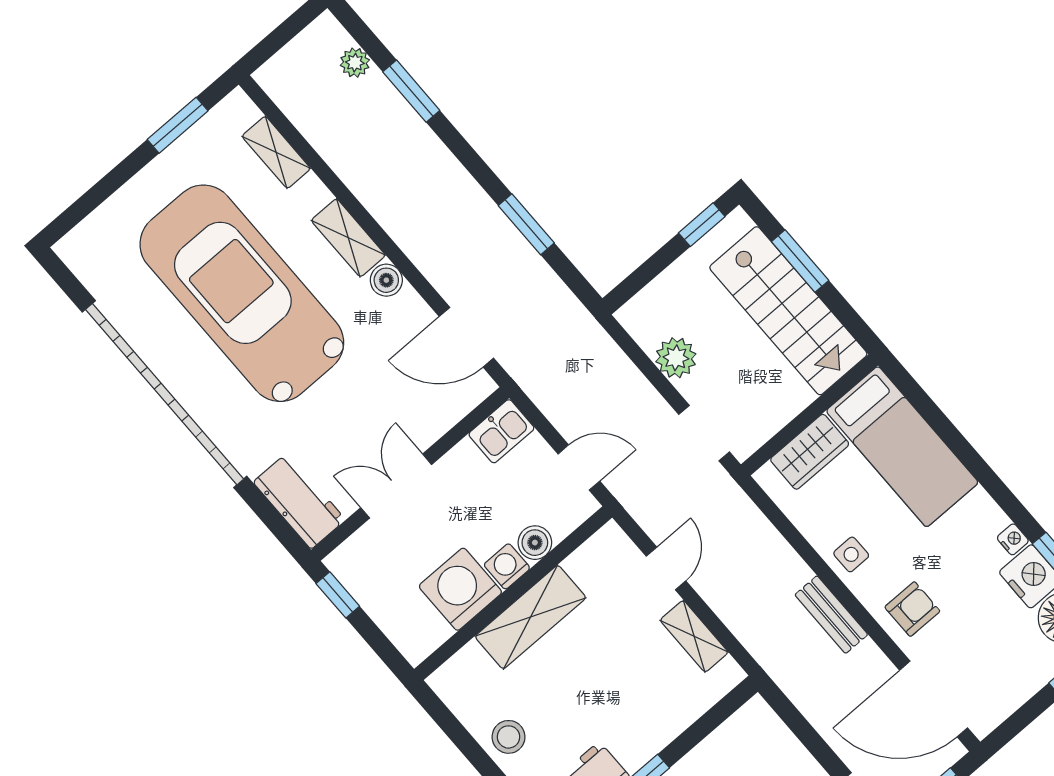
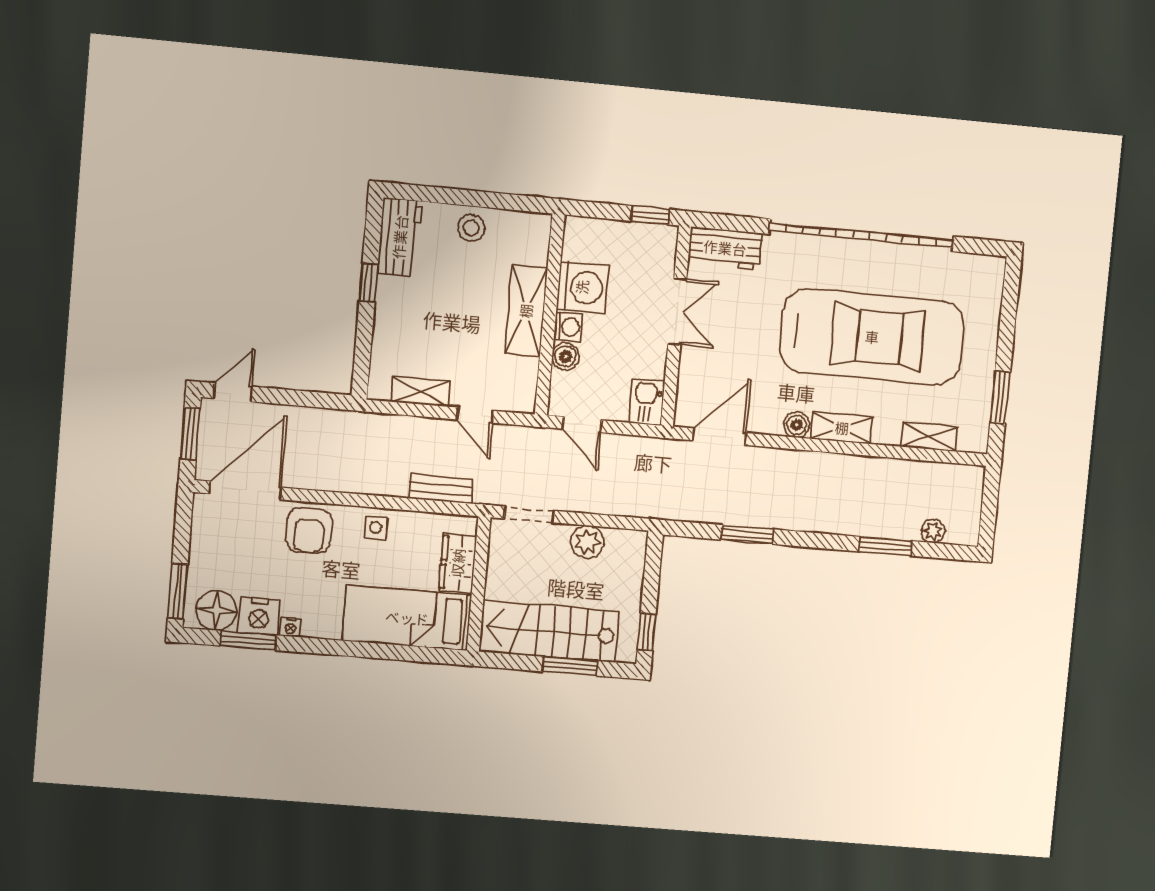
door: (579, 468) -> (582, 425), hinge flipped
armchair: (912, 609) -> (309, 530), width x1.38, depth x1.38
bench: (831, 615) -> (441, 489), moved

